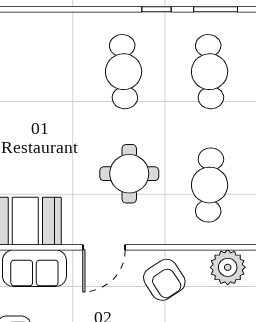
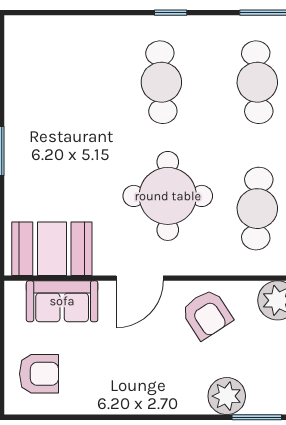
window: (156, 9) -> (171, 13), moved
round table: (129, 174) -> (168, 196), width x1.36, depth x1.36

